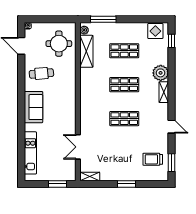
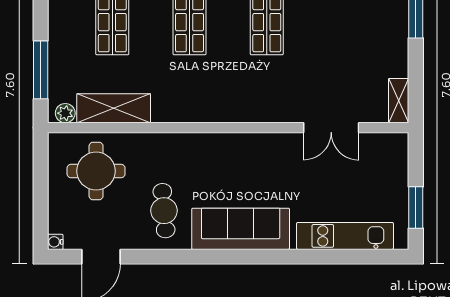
sofa: (33, 107) -> (241, 229), width x1.36
window: (58, 184) -> (416, 208), moved

